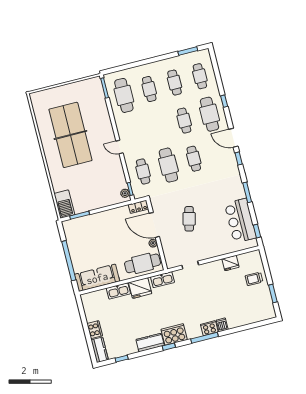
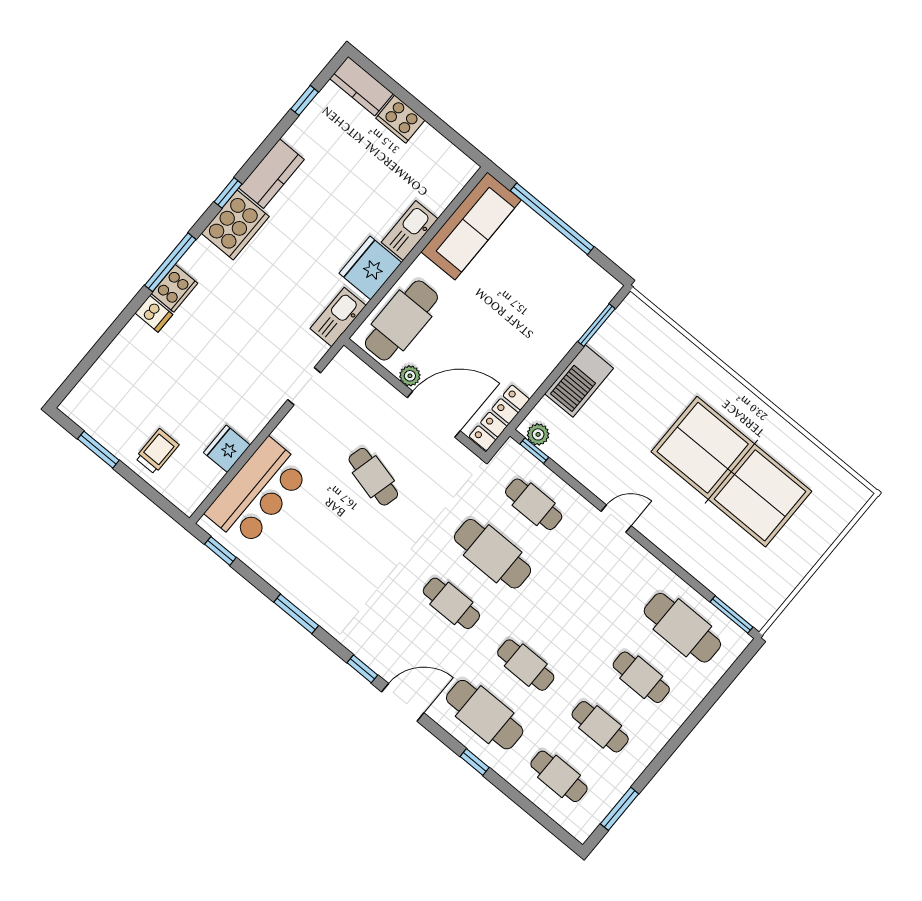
barbecue: (64, 204) -> (579, 381), moved, turned -90
locker: (138, 207) -> (499, 418), width x1.53
bar counter: (240, 221) -> (258, 493), moved, turned 90

